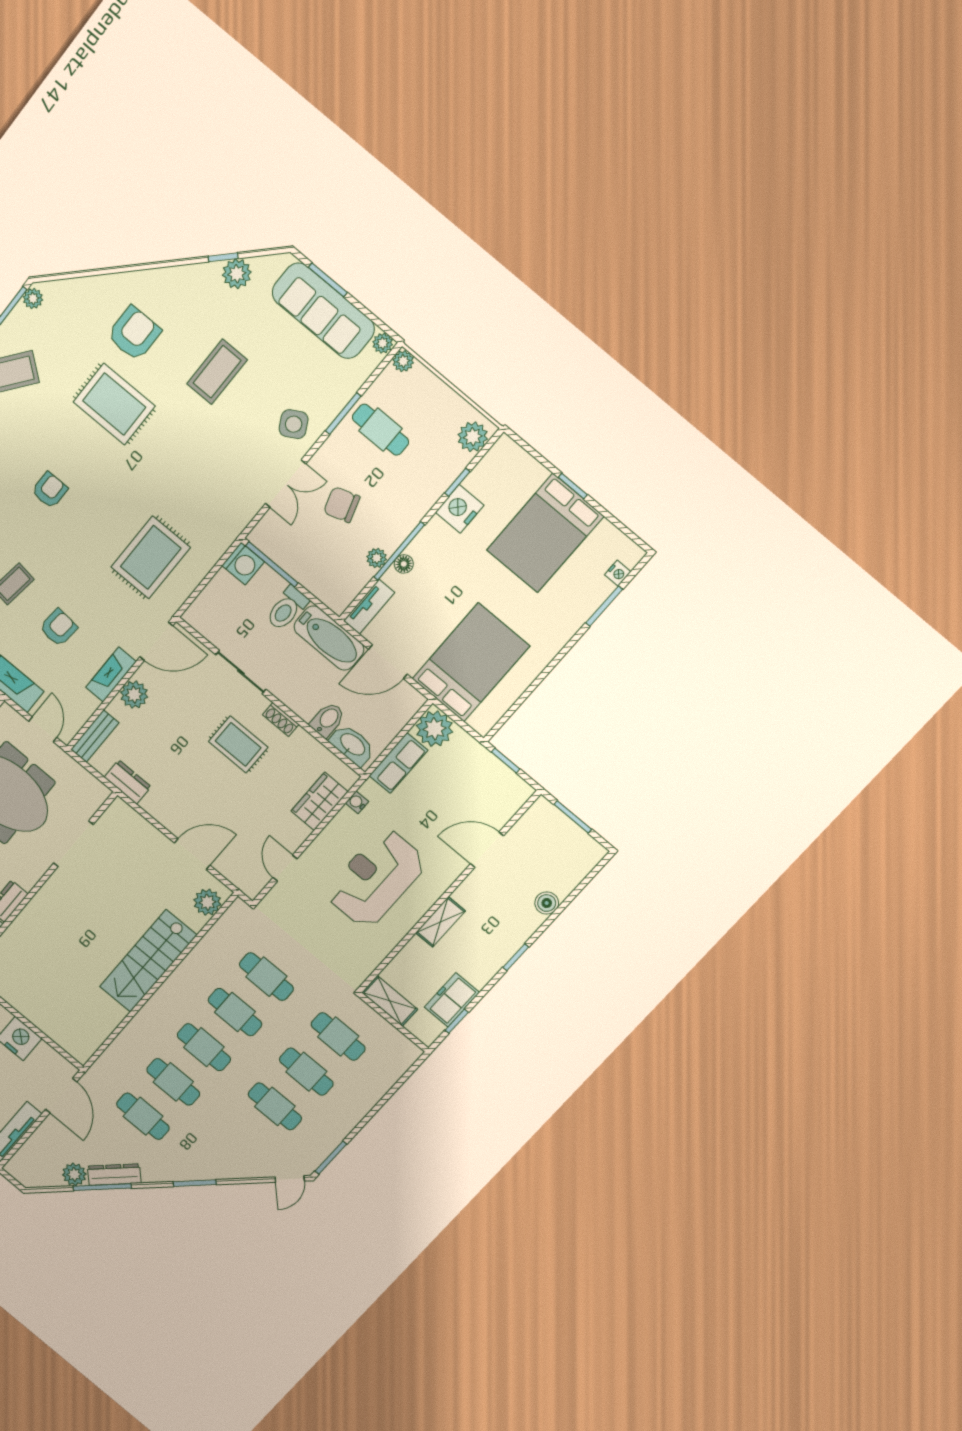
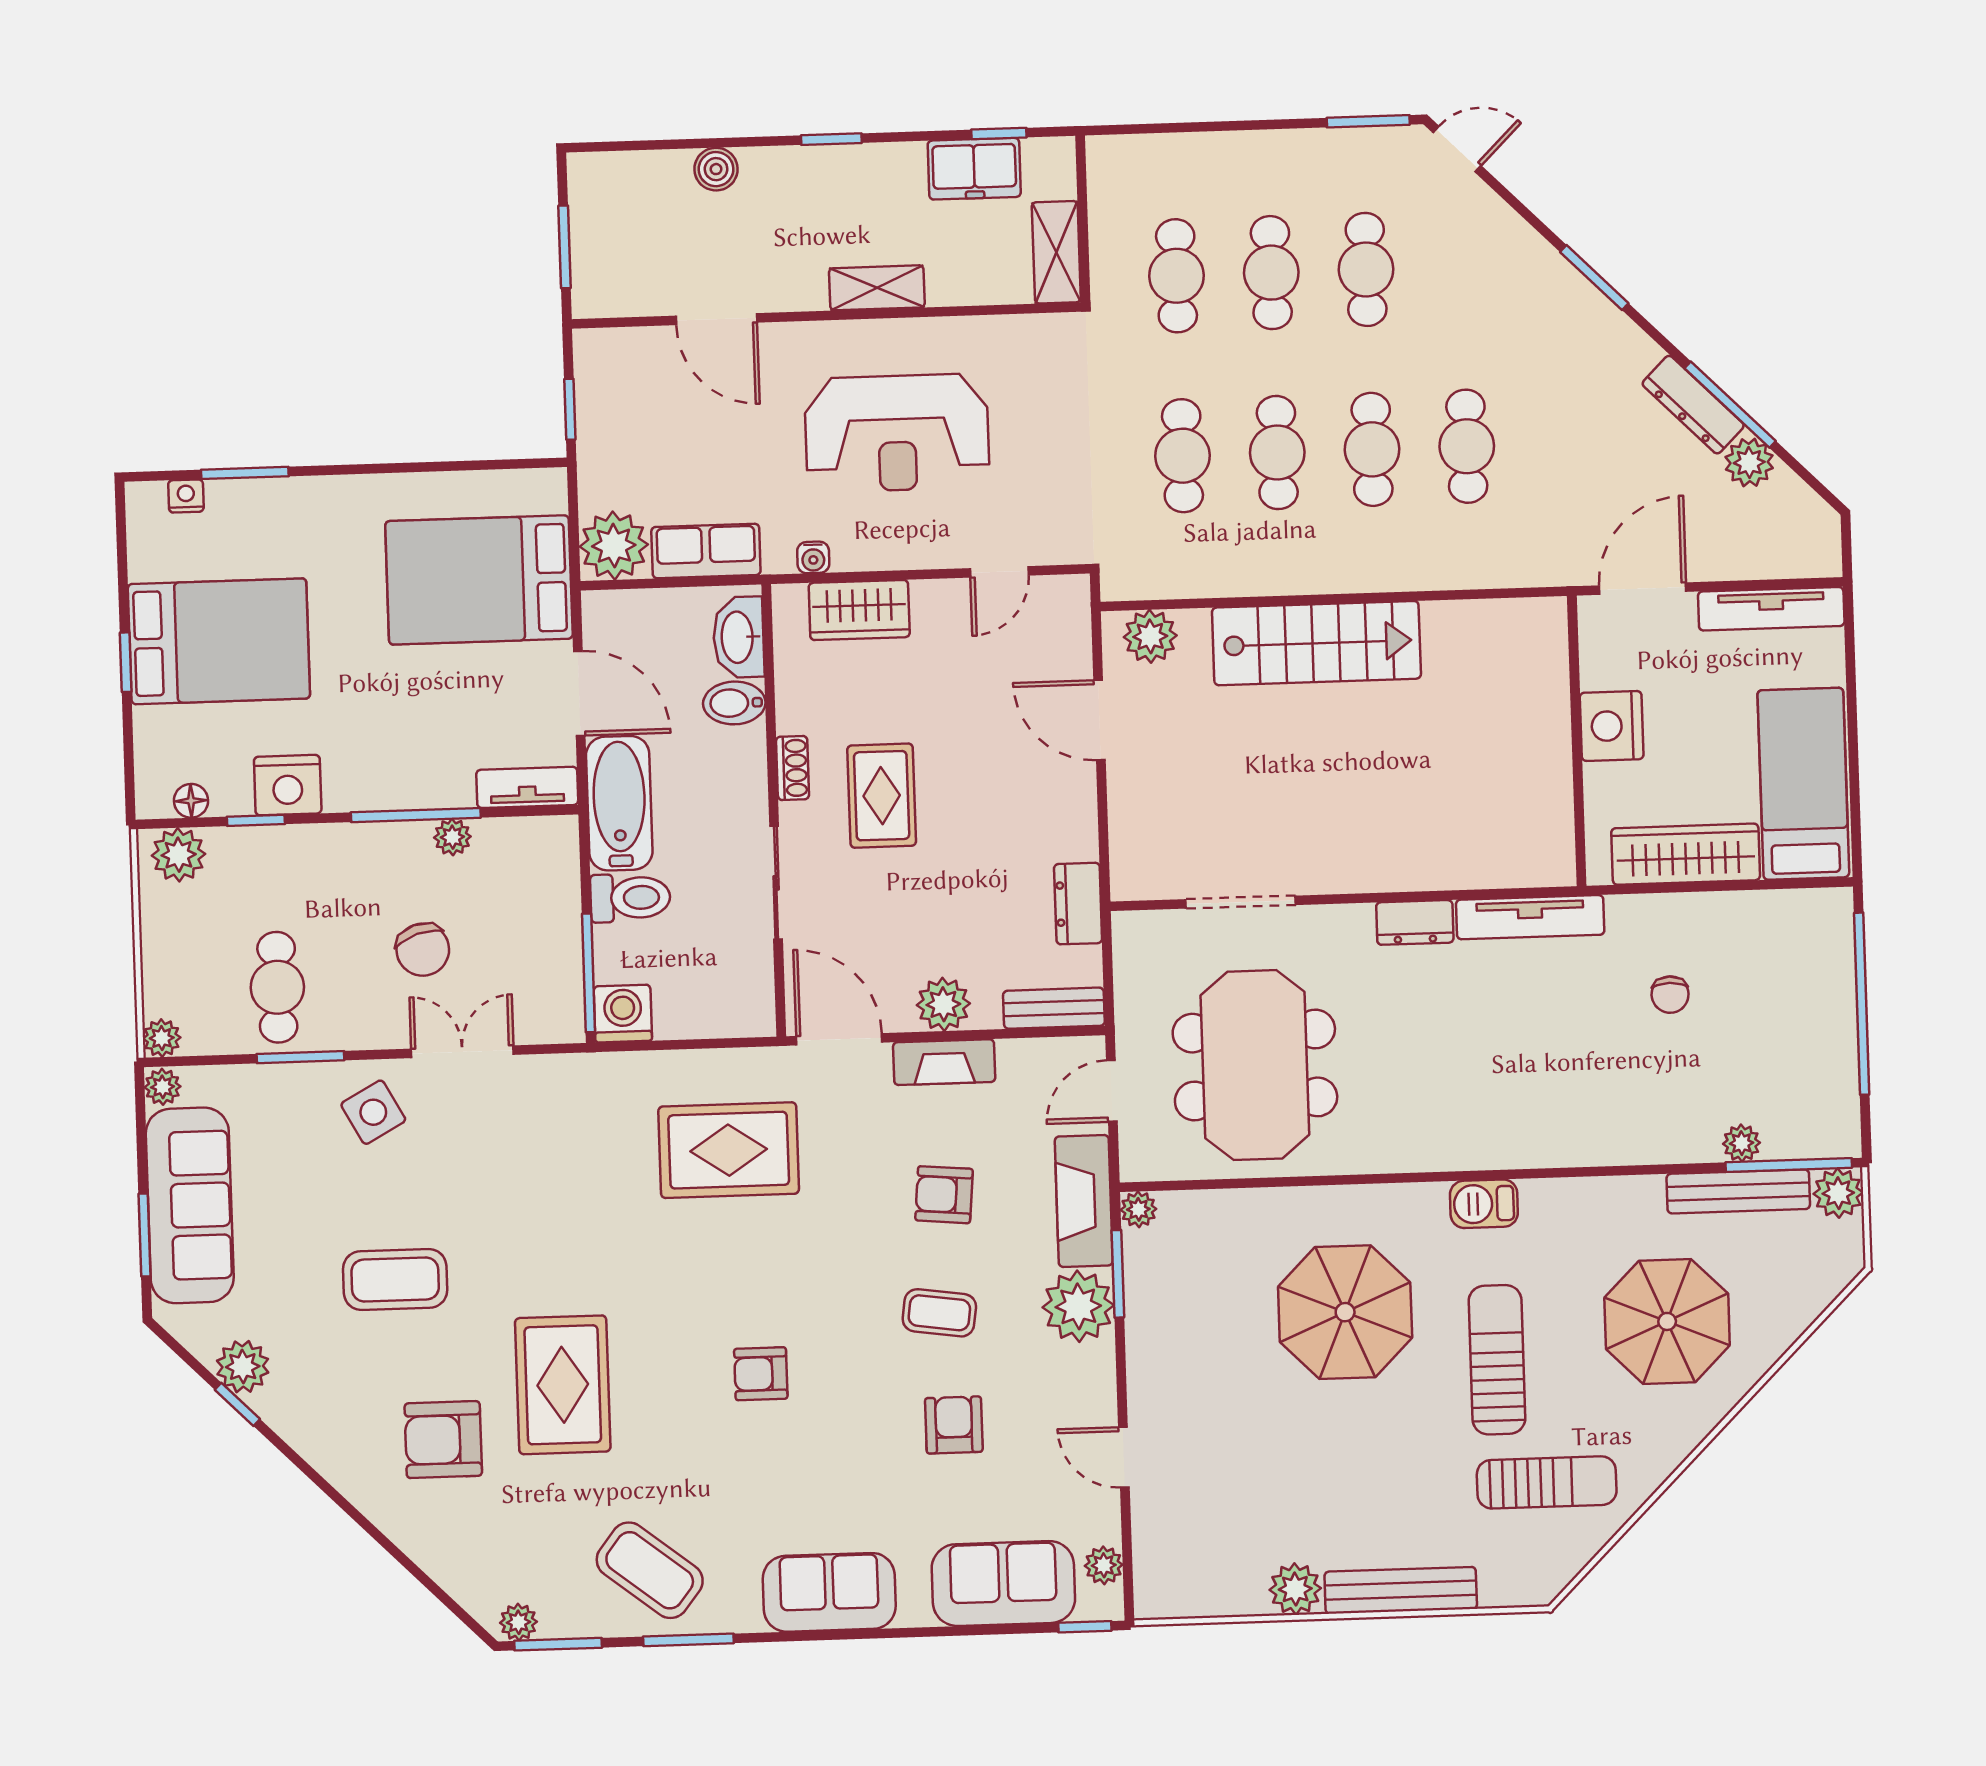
floor lamp: (404, 564) -> (191, 801), moved
cafe table: (143, 1116) -> (1562, 443), removed

